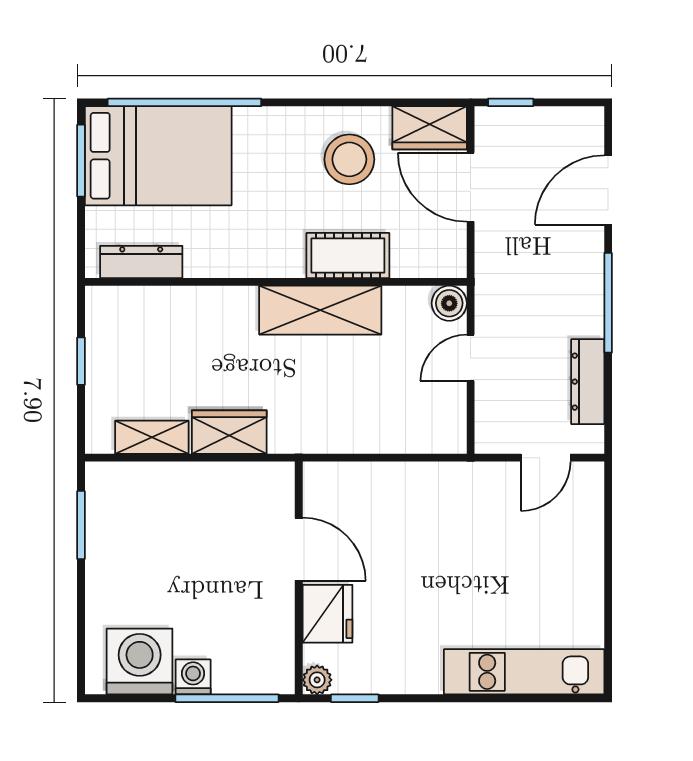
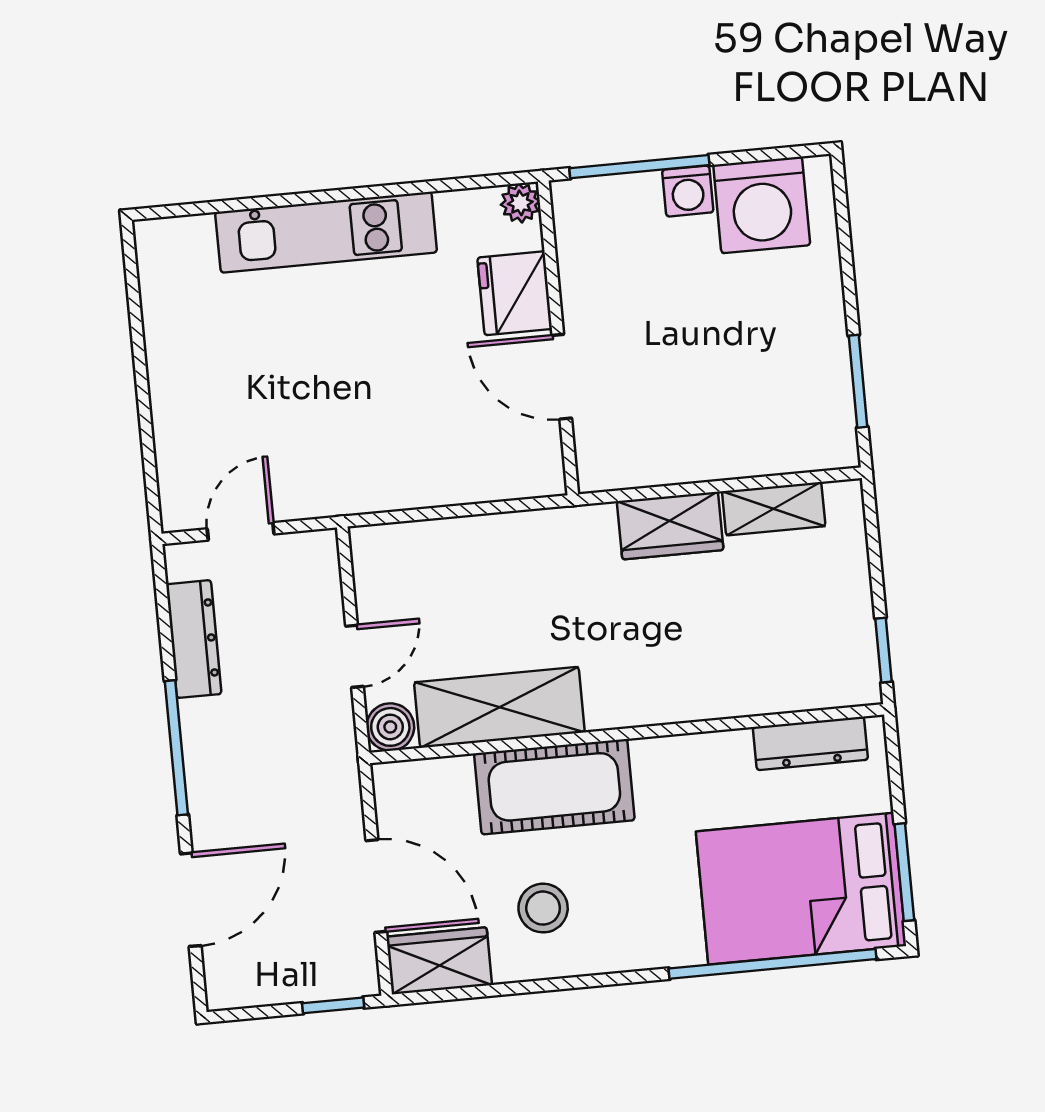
stool: (349, 159) -> (543, 908), width x0.73, depth x0.73
cot: (348, 255) -> (554, 787), width x1.37, depth x1.34
shelving: (320, 310) -> (499, 707), moved
window: (81, 361) -> (883, 650), moved
kitchen unit: (524, 672) -> (326, 232), moved
window: (355, 698) -> (467, 183), removed

